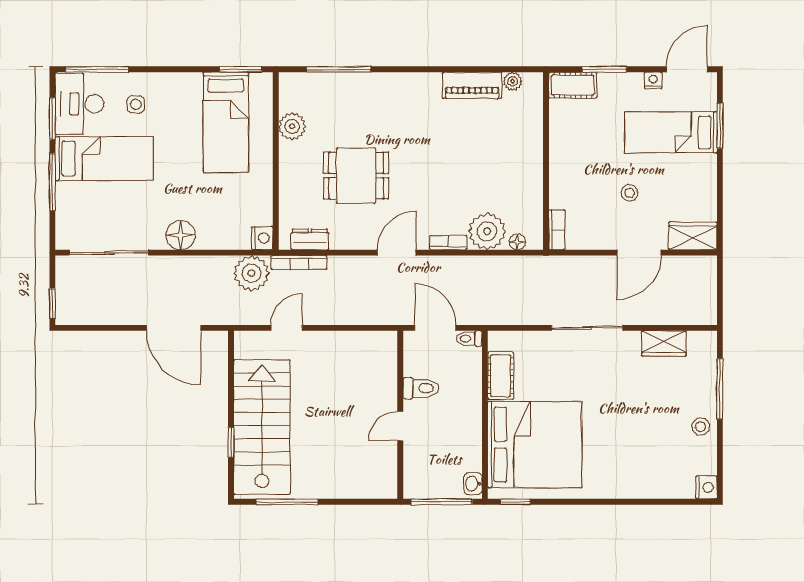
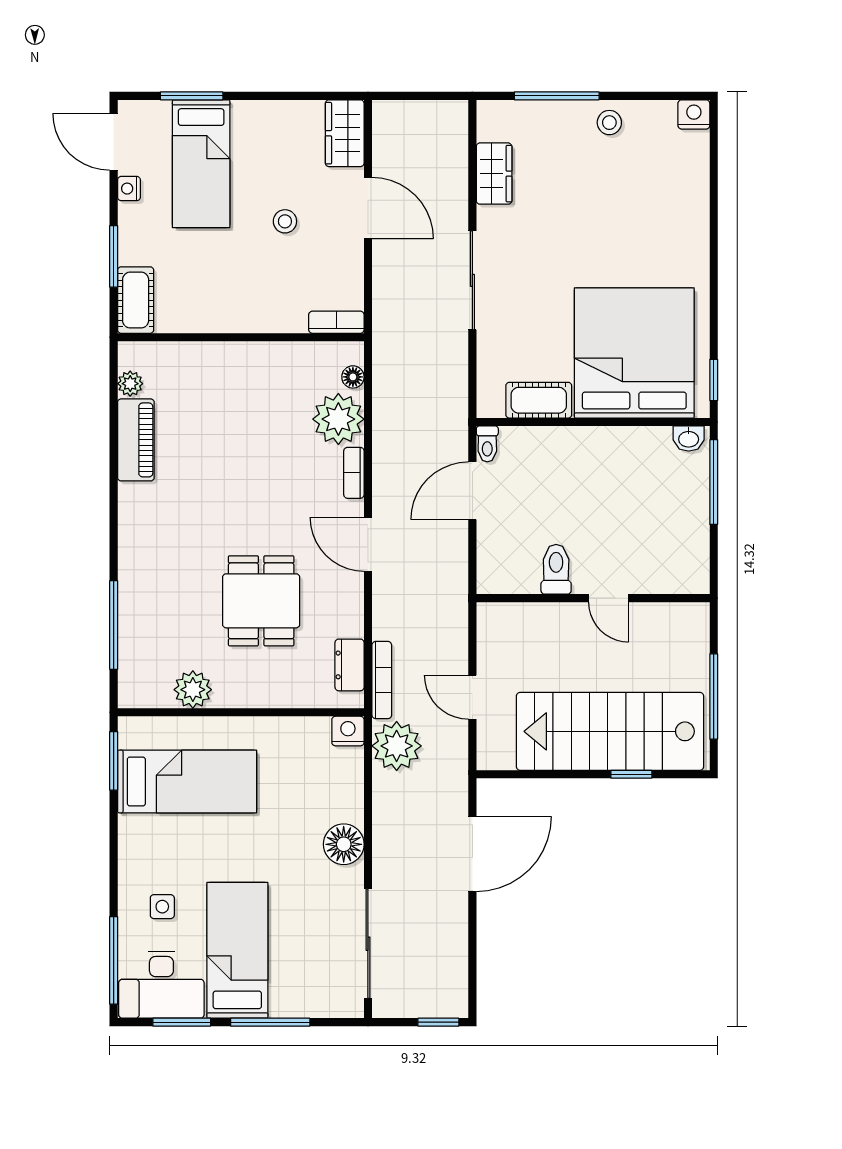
toilet: (421, 388) -> (556, 569), moved
wall: (400, 415) -> (593, 598), moved
door: (400, 426) -> (609, 598), moved

